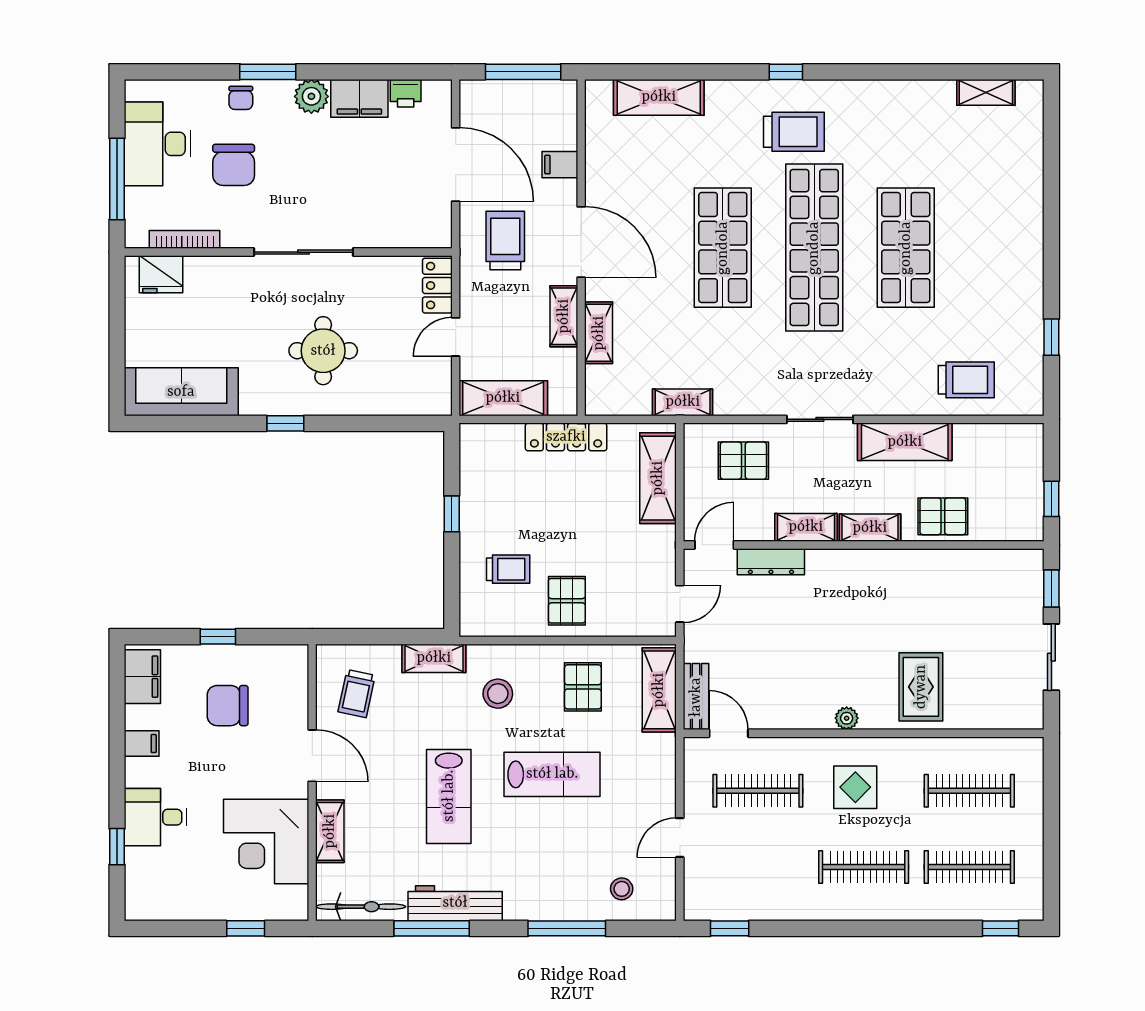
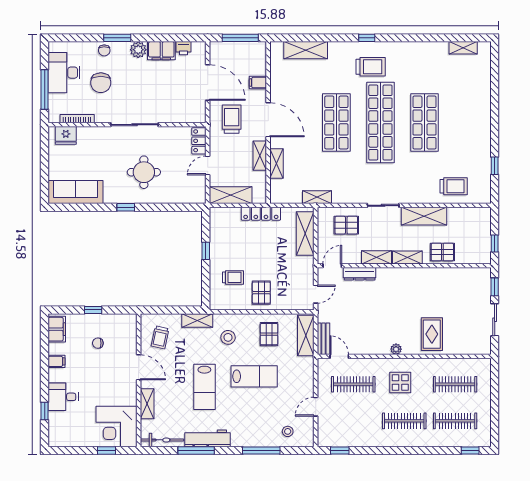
chair: (228, 706) -> (98, 343), width x0.54, depth x0.54
corner desk: (266, 841) -> (116, 426), moved

